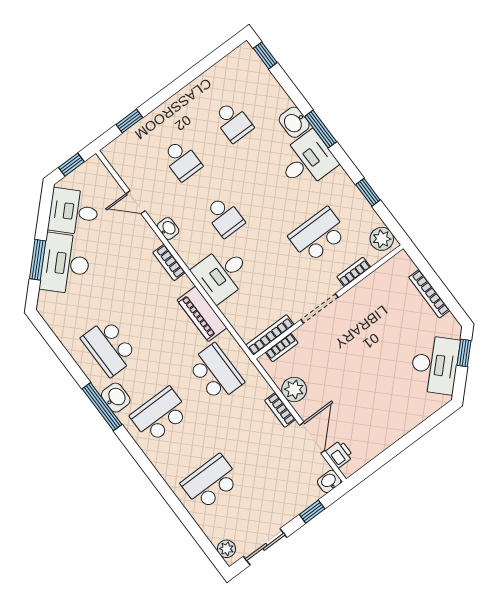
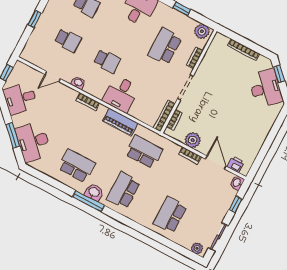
window: (129, 121) -> (35, 19), moved
desk: (65, 264) -> (33, 142), moved
school desk: (109, 347) -> (77, 166), turned 180

